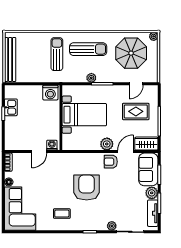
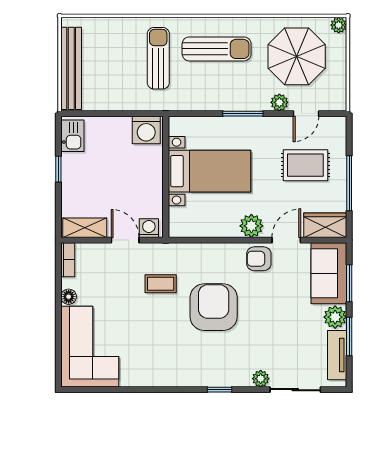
plant: (91, 78) -> (279, 102), moved
kitchen sink: (11, 107) -> (72, 136), moved
shelving: (17, 145) -> (85, 228), added
door: (39, 152) -> (125, 240), swing flipped
coffee table: (62, 214) -> (161, 284), moved

